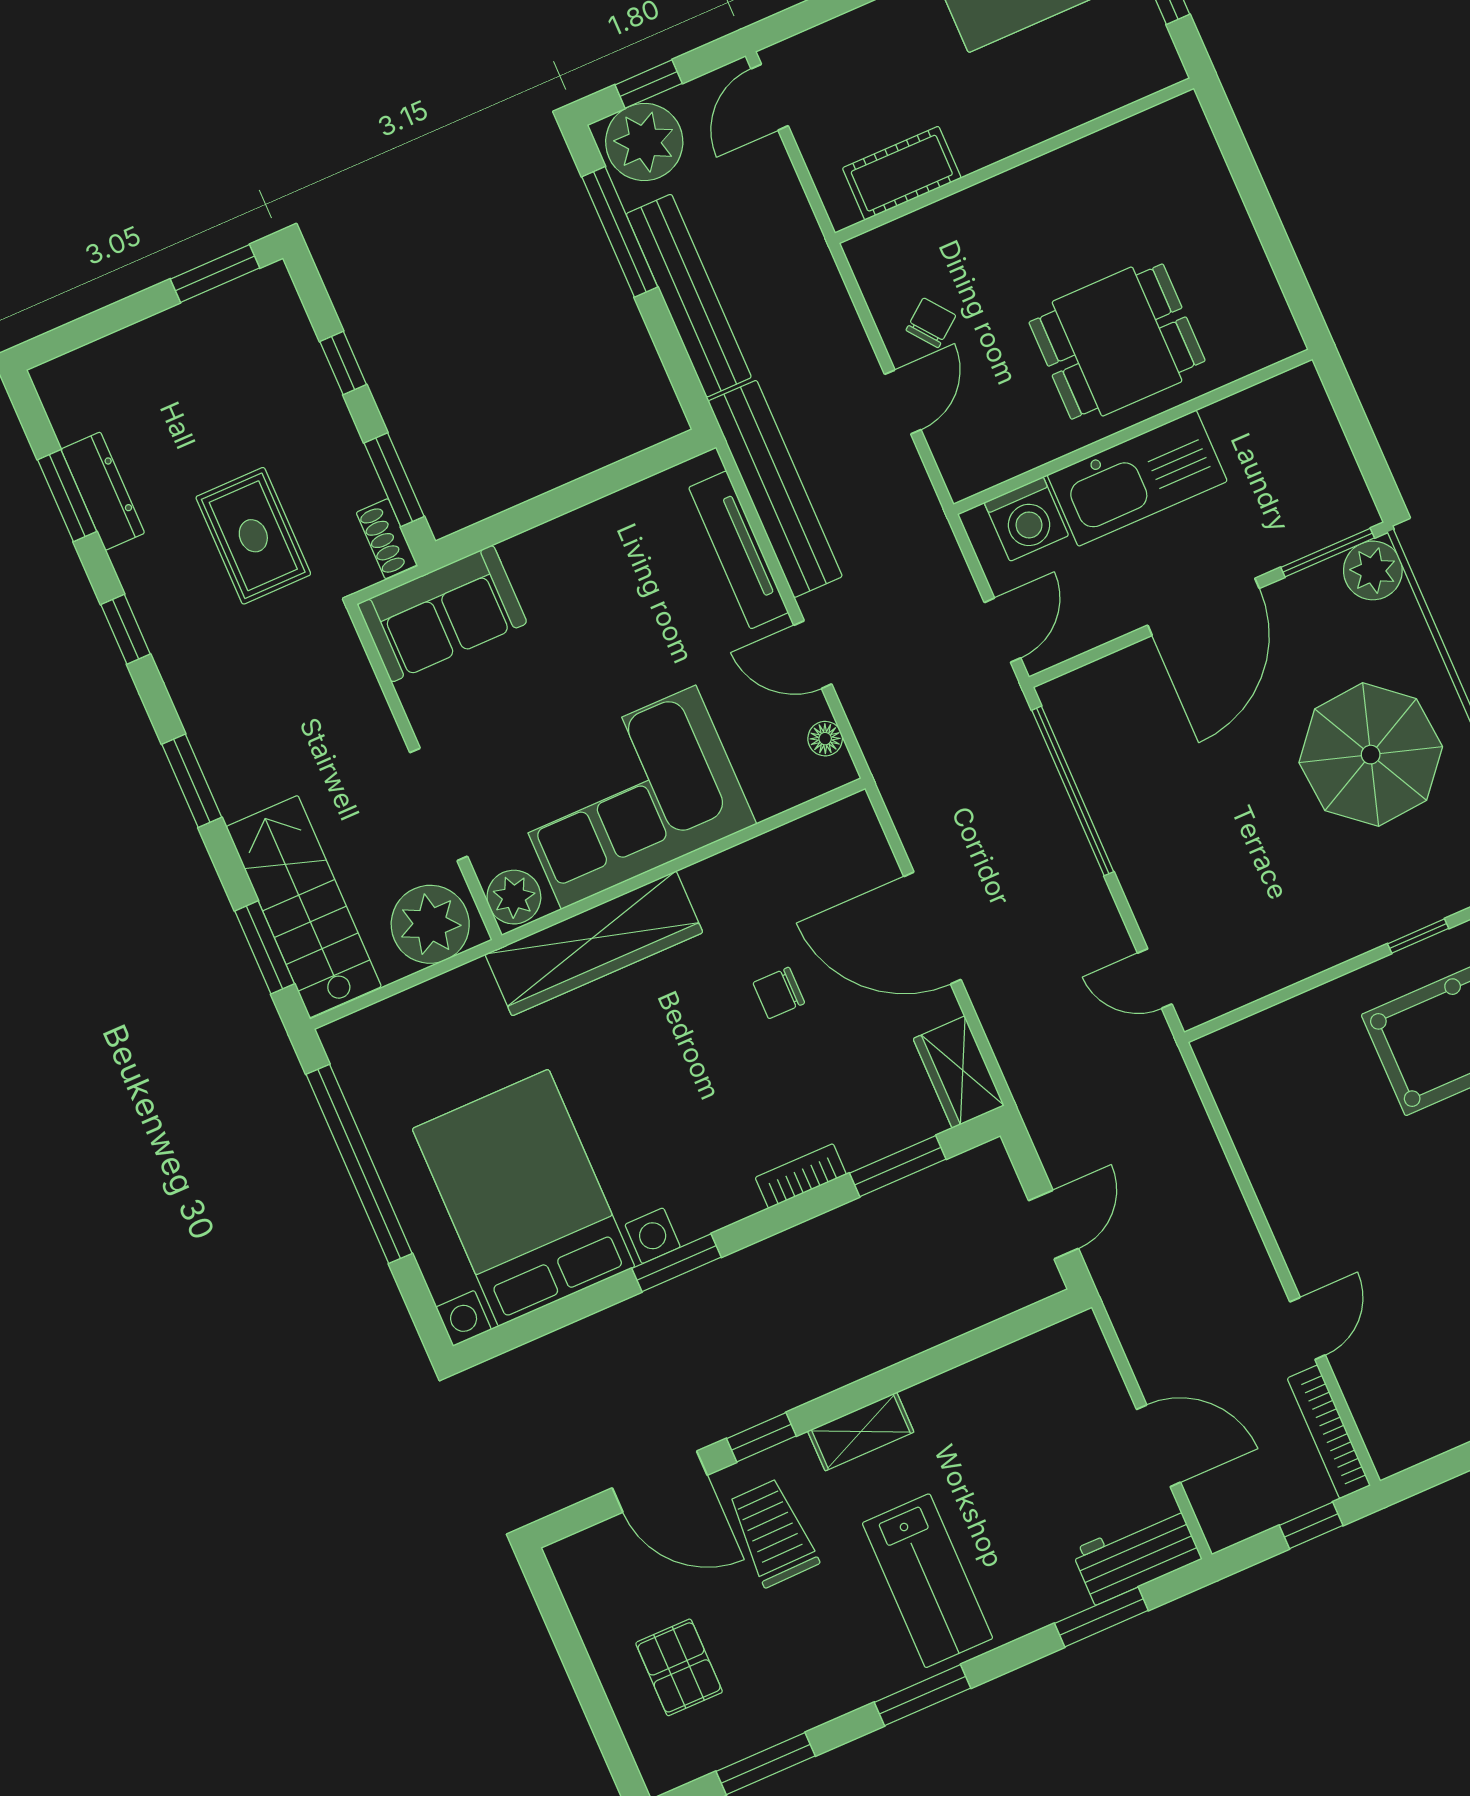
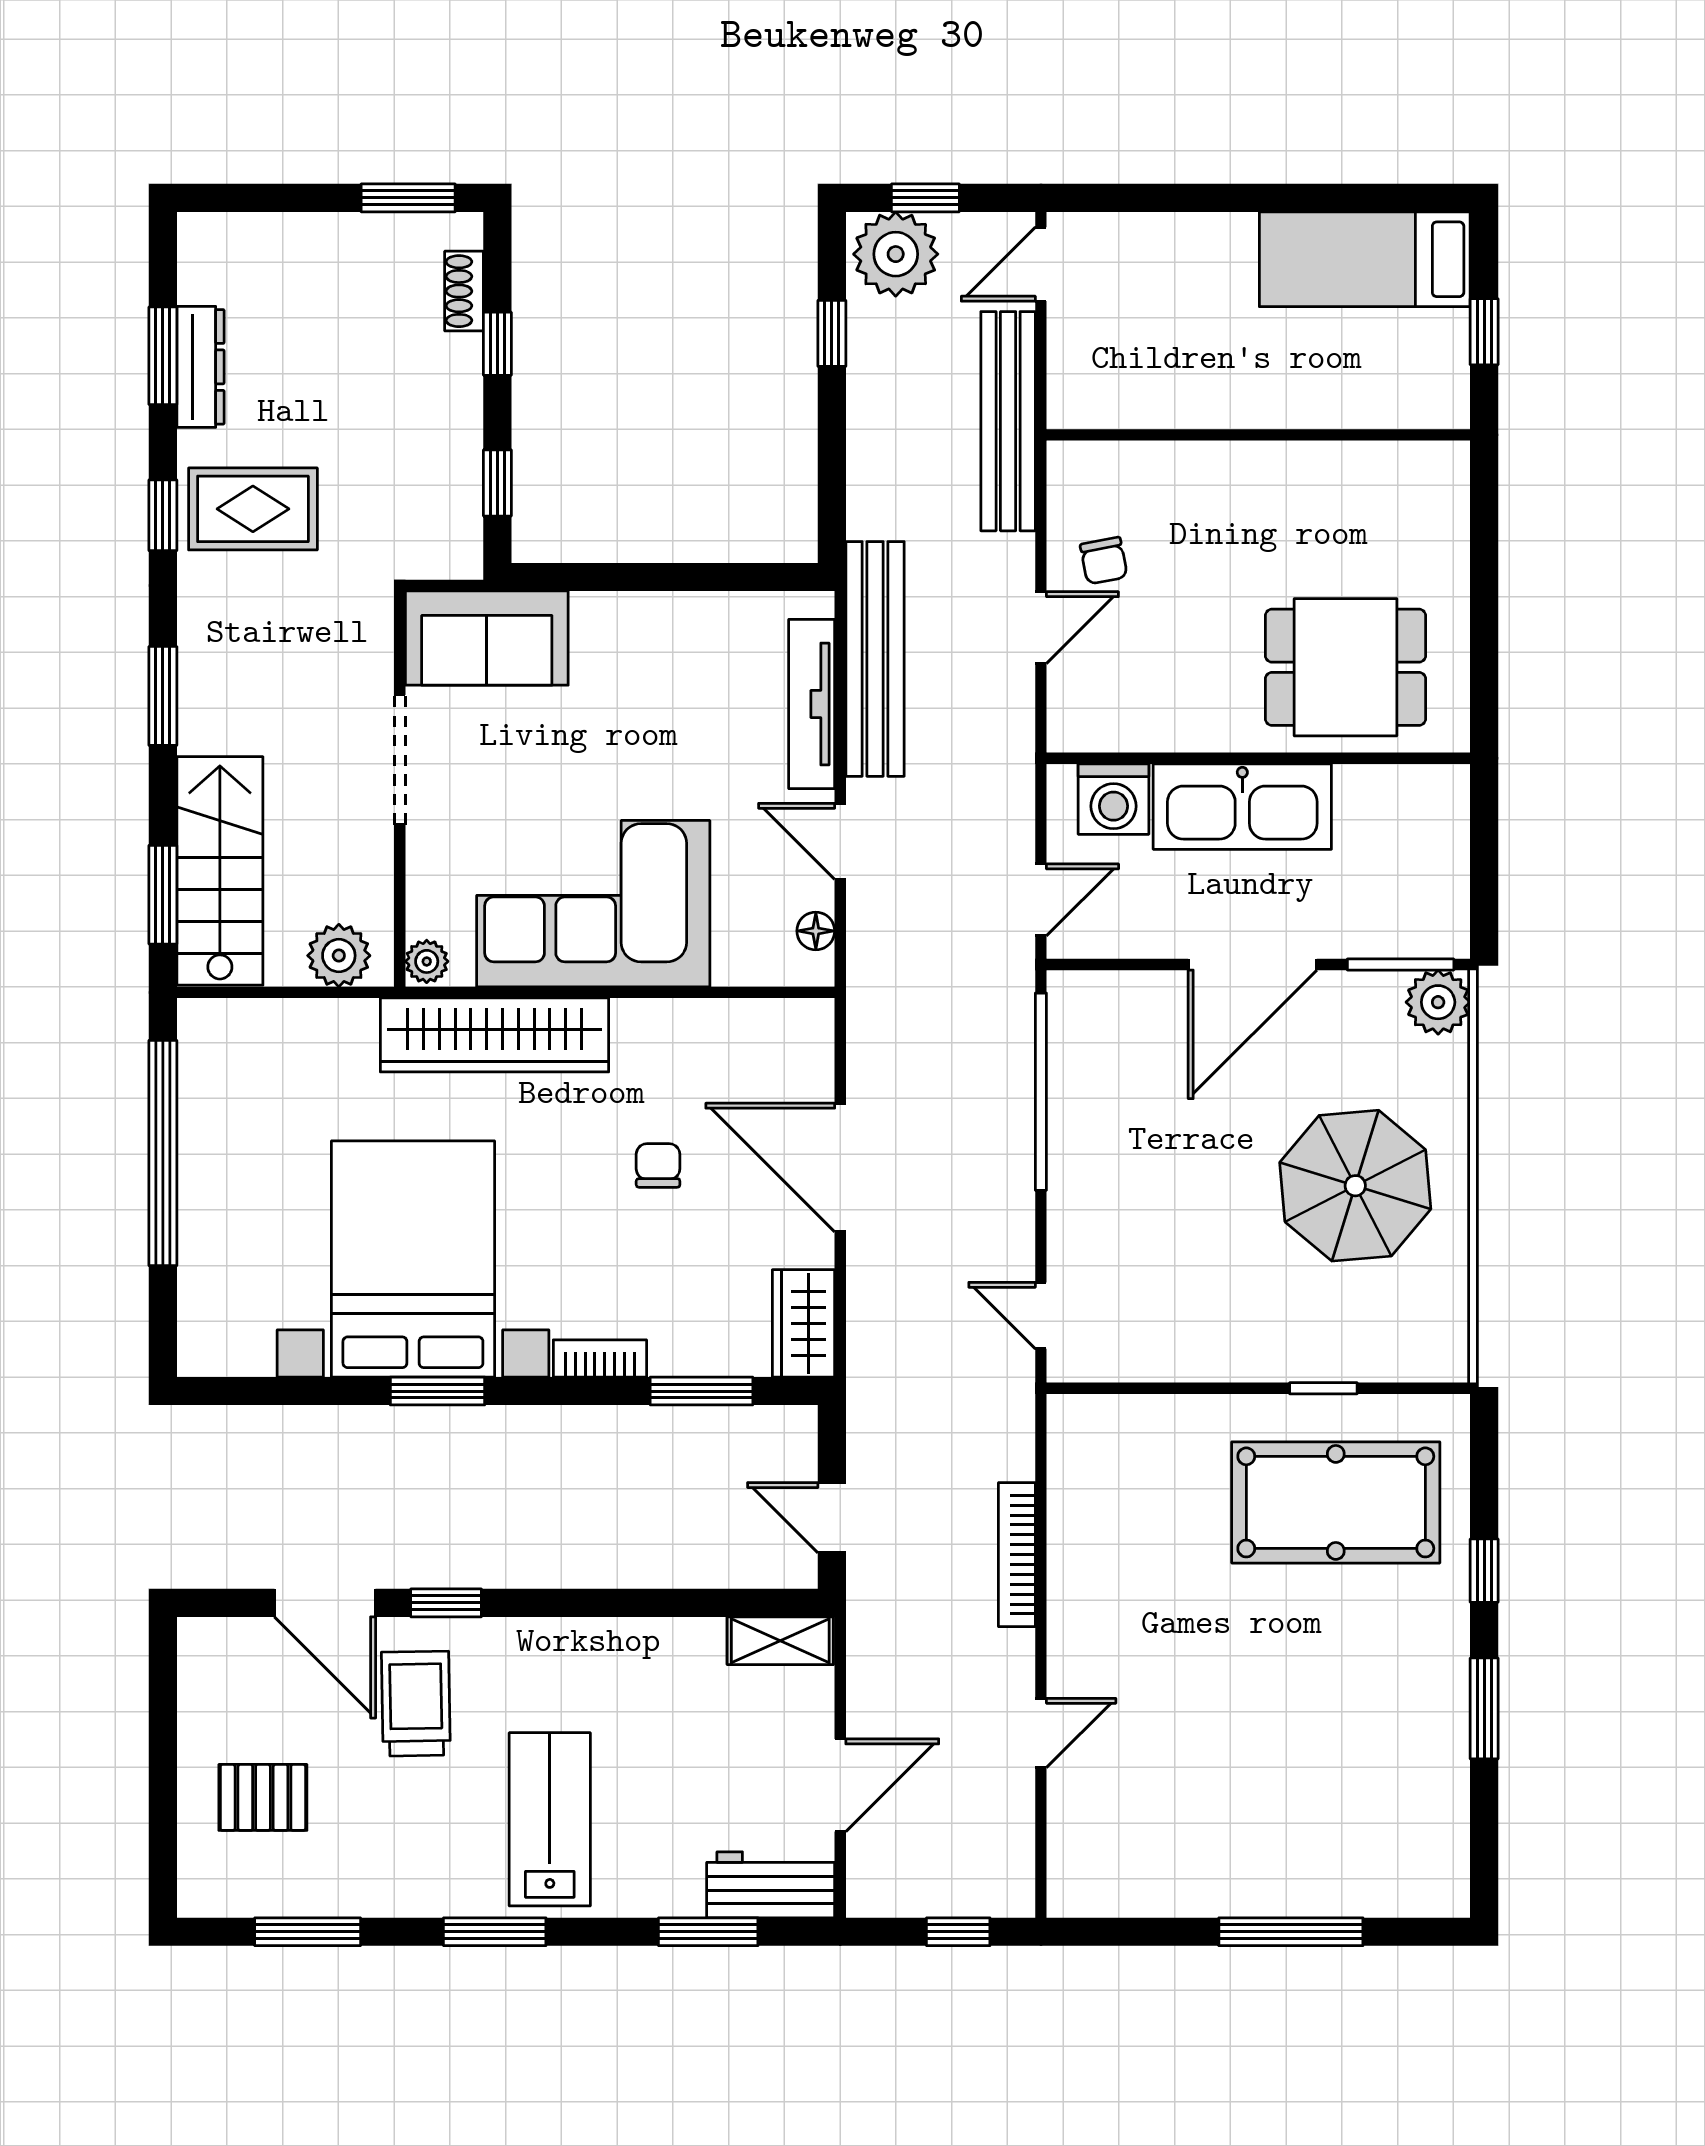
cot: (902, 173) -> (1140, 398), removed
window: (620, 232) -> (832, 333), width x0.46
bench: (689, 296) -> (1008, 421), moved
chair: (931, 323) -> (1104, 561), turned 117
dining table: (1117, 342) -> (1346, 667), moved
window: (394, 480) -> (497, 483), width x0.67
rug: (253, 536) -> (253, 509), moved, turned 90
shoe rack: (387, 539) -> (464, 291), moved
doorway: (439, 804) -> (400, 760), moved
plant: (514, 897) -> (427, 961), width x0.73, depth x0.73
plant: (430, 924) -> (339, 956), width x0.73, depth x0.73
chair: (779, 993) -> (658, 1165), turned 90
bed with nightstands: (523, 1198) -> (413, 1259), moved
door: (1054, 1225) -> (832, 1518), swing flipped
shelving: (861, 1432) -> (780, 1641), moved
bookcase: (1329, 1432) -> (1017, 1555), moved
door: (1158, 1446) -> (840, 1785), hinge flipped
lab bench: (927, 1581) -> (550, 1819), turned 180
pallet: (679, 1667) -> (263, 1797), turned 90

